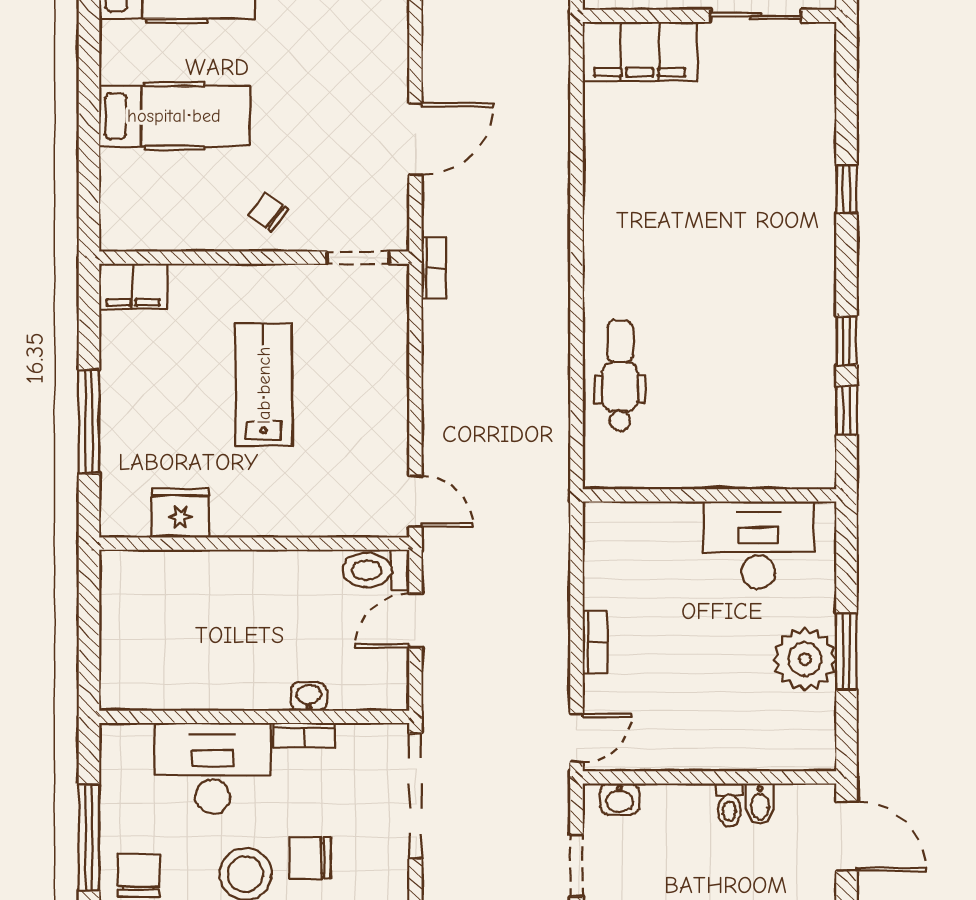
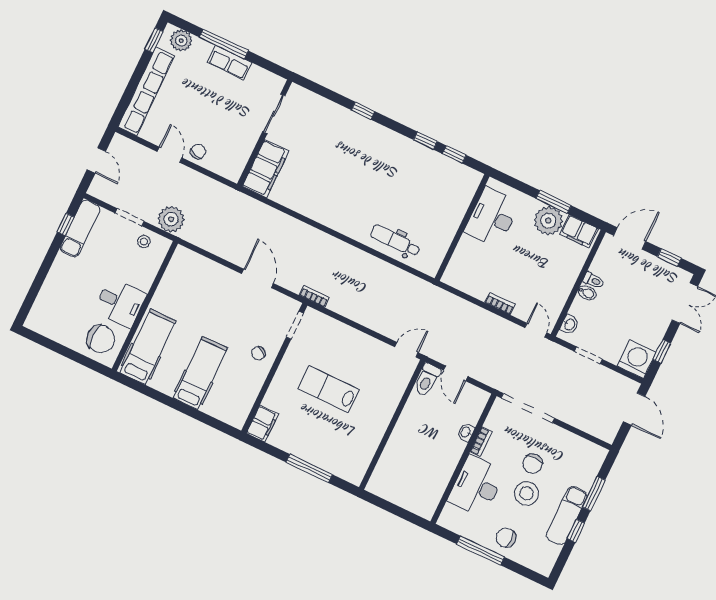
fridge: (180, 513) -> (365, 449), removed
filing cabinet: (812, 730) -> (579, 231), added
bidet: (760, 804) -> (587, 293), moved

